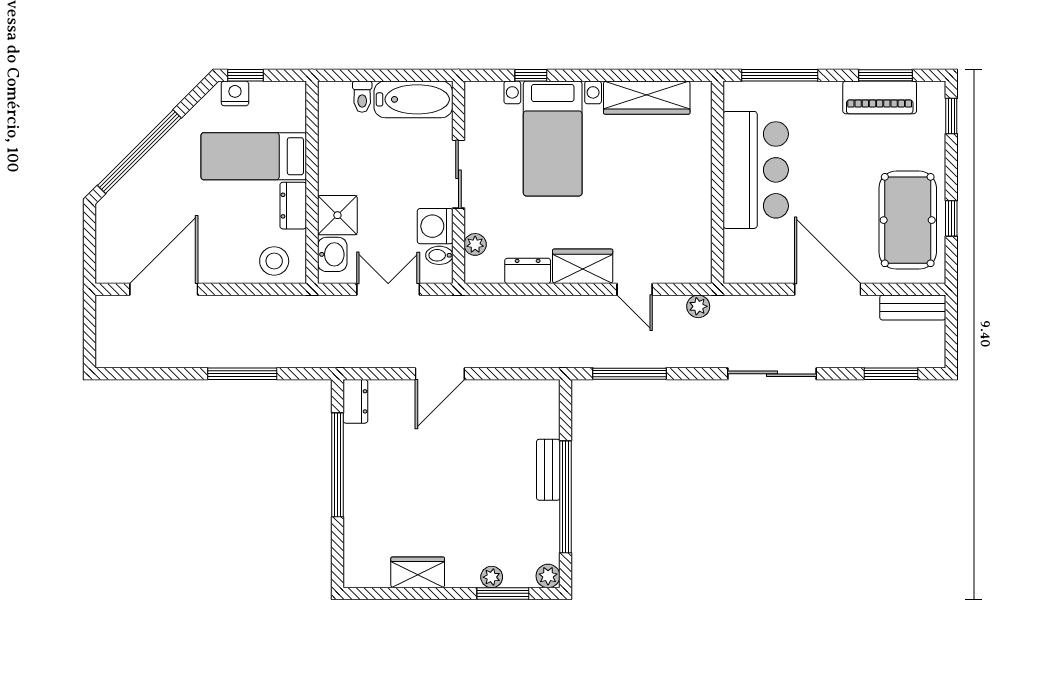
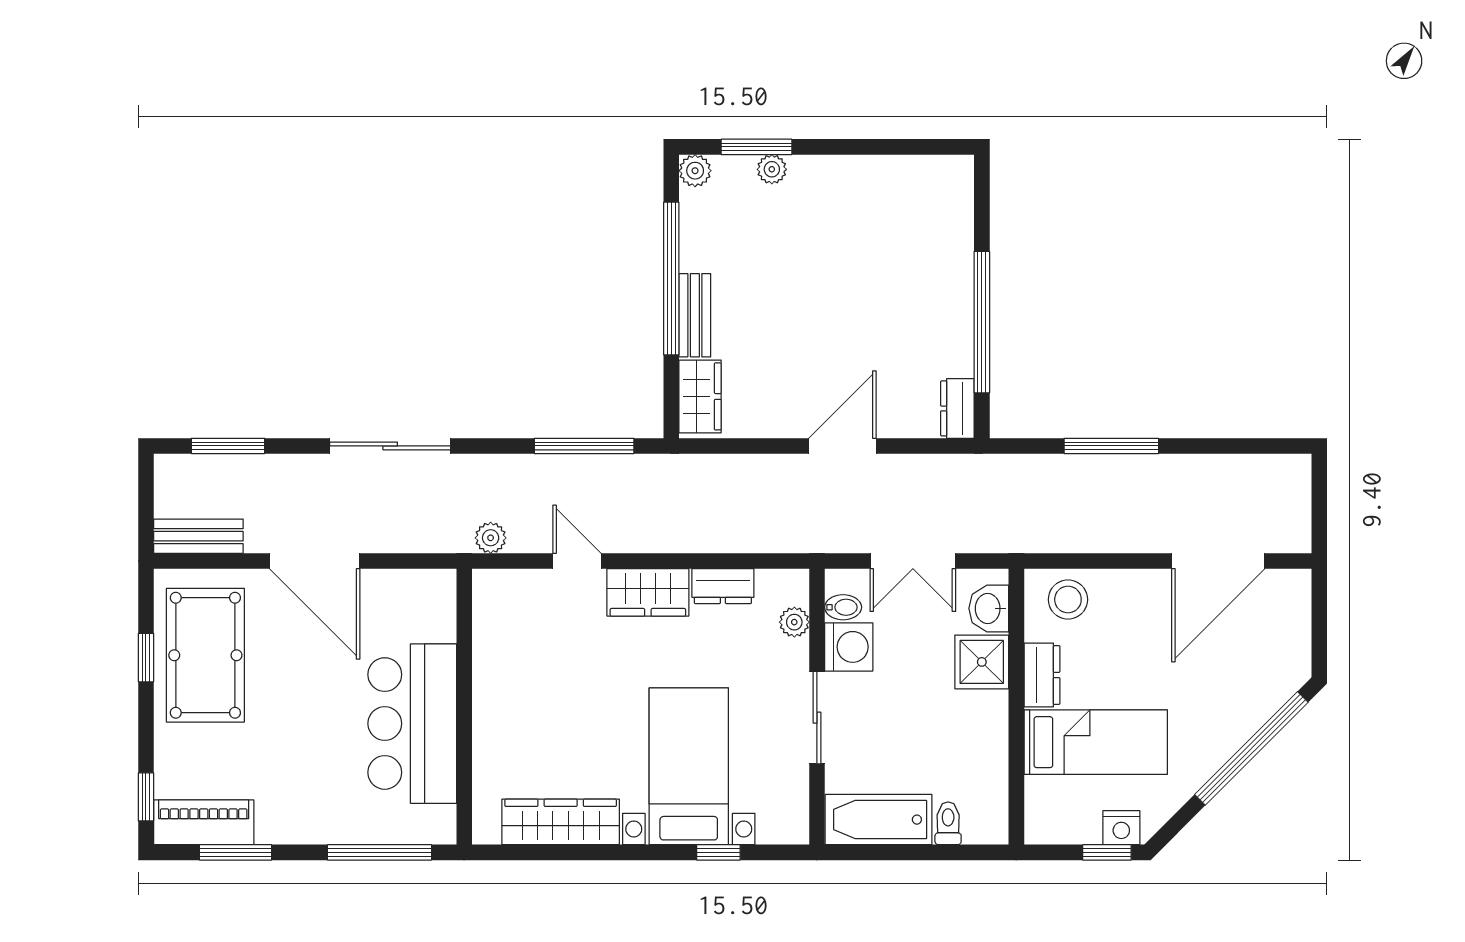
piano: (880, 97) -> (204, 822), moved
wardrobe: (418, 572) -> (700, 396), moved, turned -90

